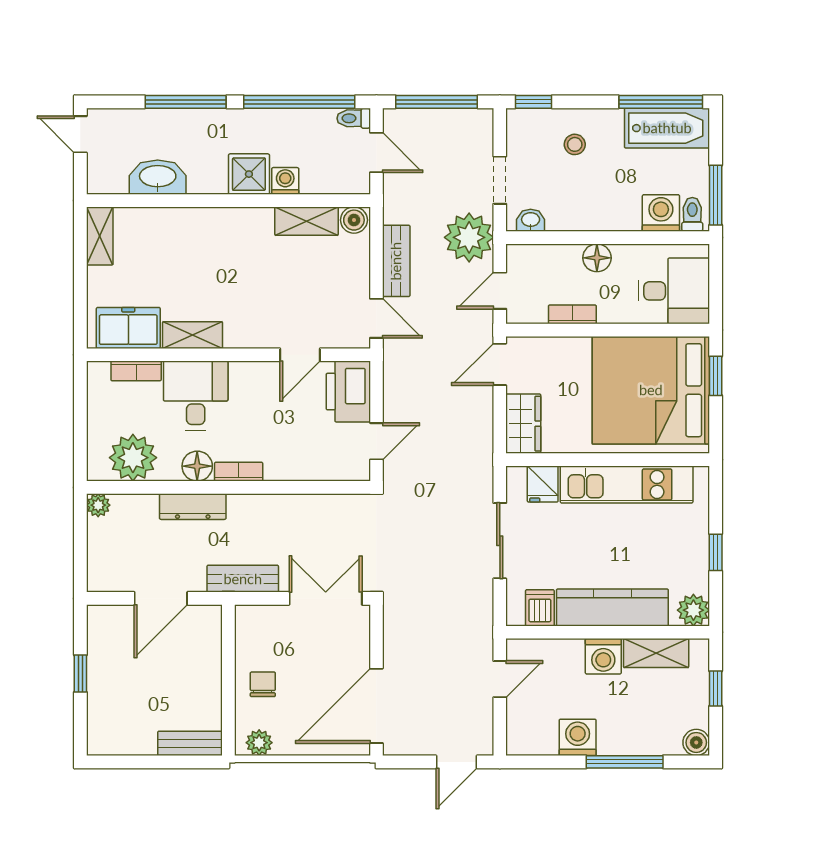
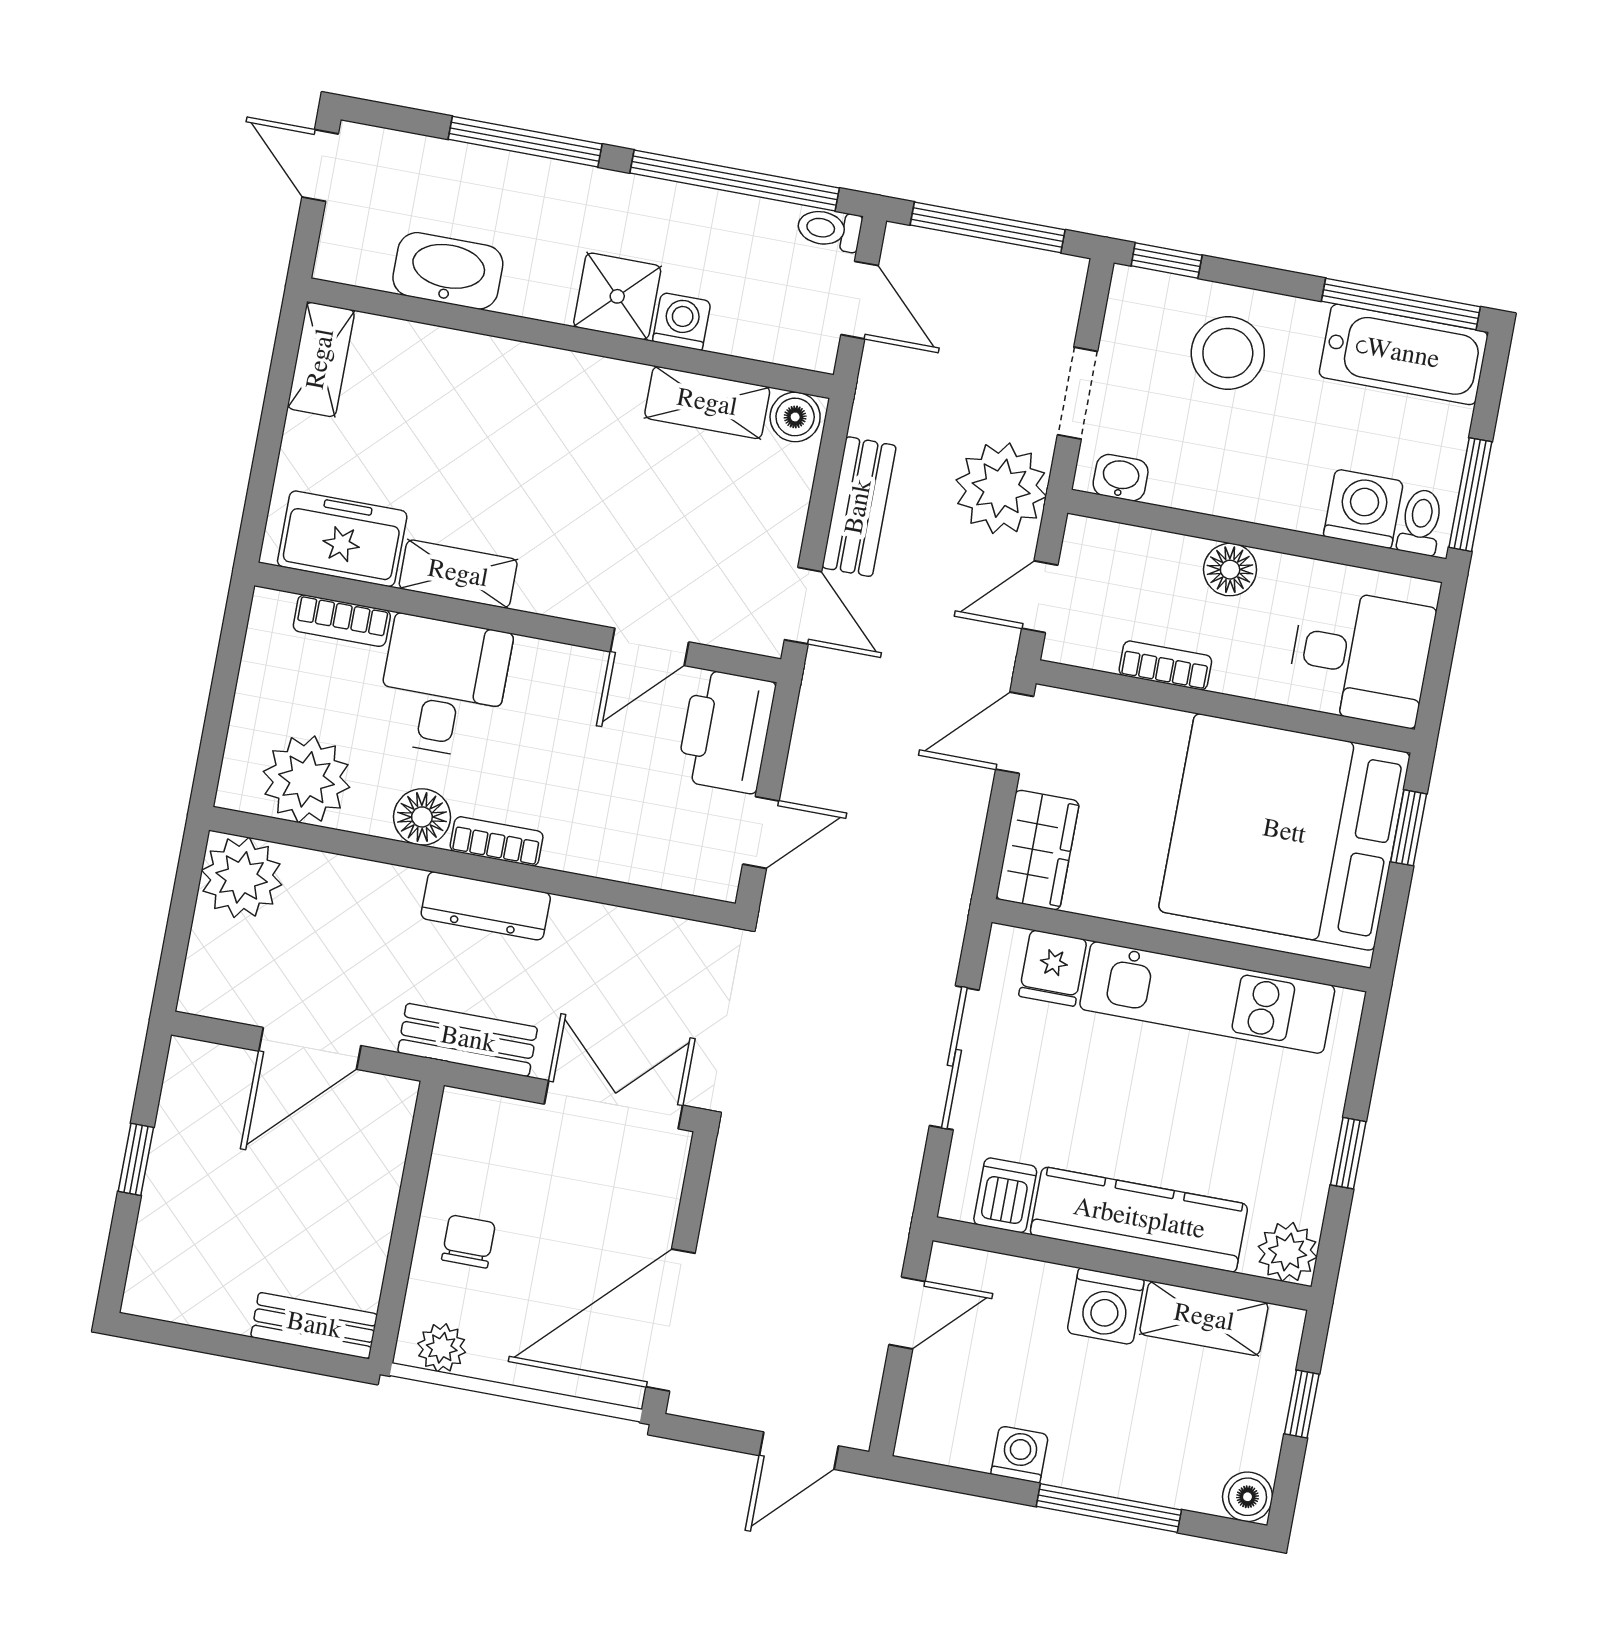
stool: (575, 144) -> (1228, 353), width x1.89, depth x1.89
plant: (98, 505) -> (242, 877), width x1.88, depth x1.88
dresser: (193, 507) -> (486, 906), moved
washing machine: (578, 737) -> (1020, 1454), width x0.73, depth x0.73

